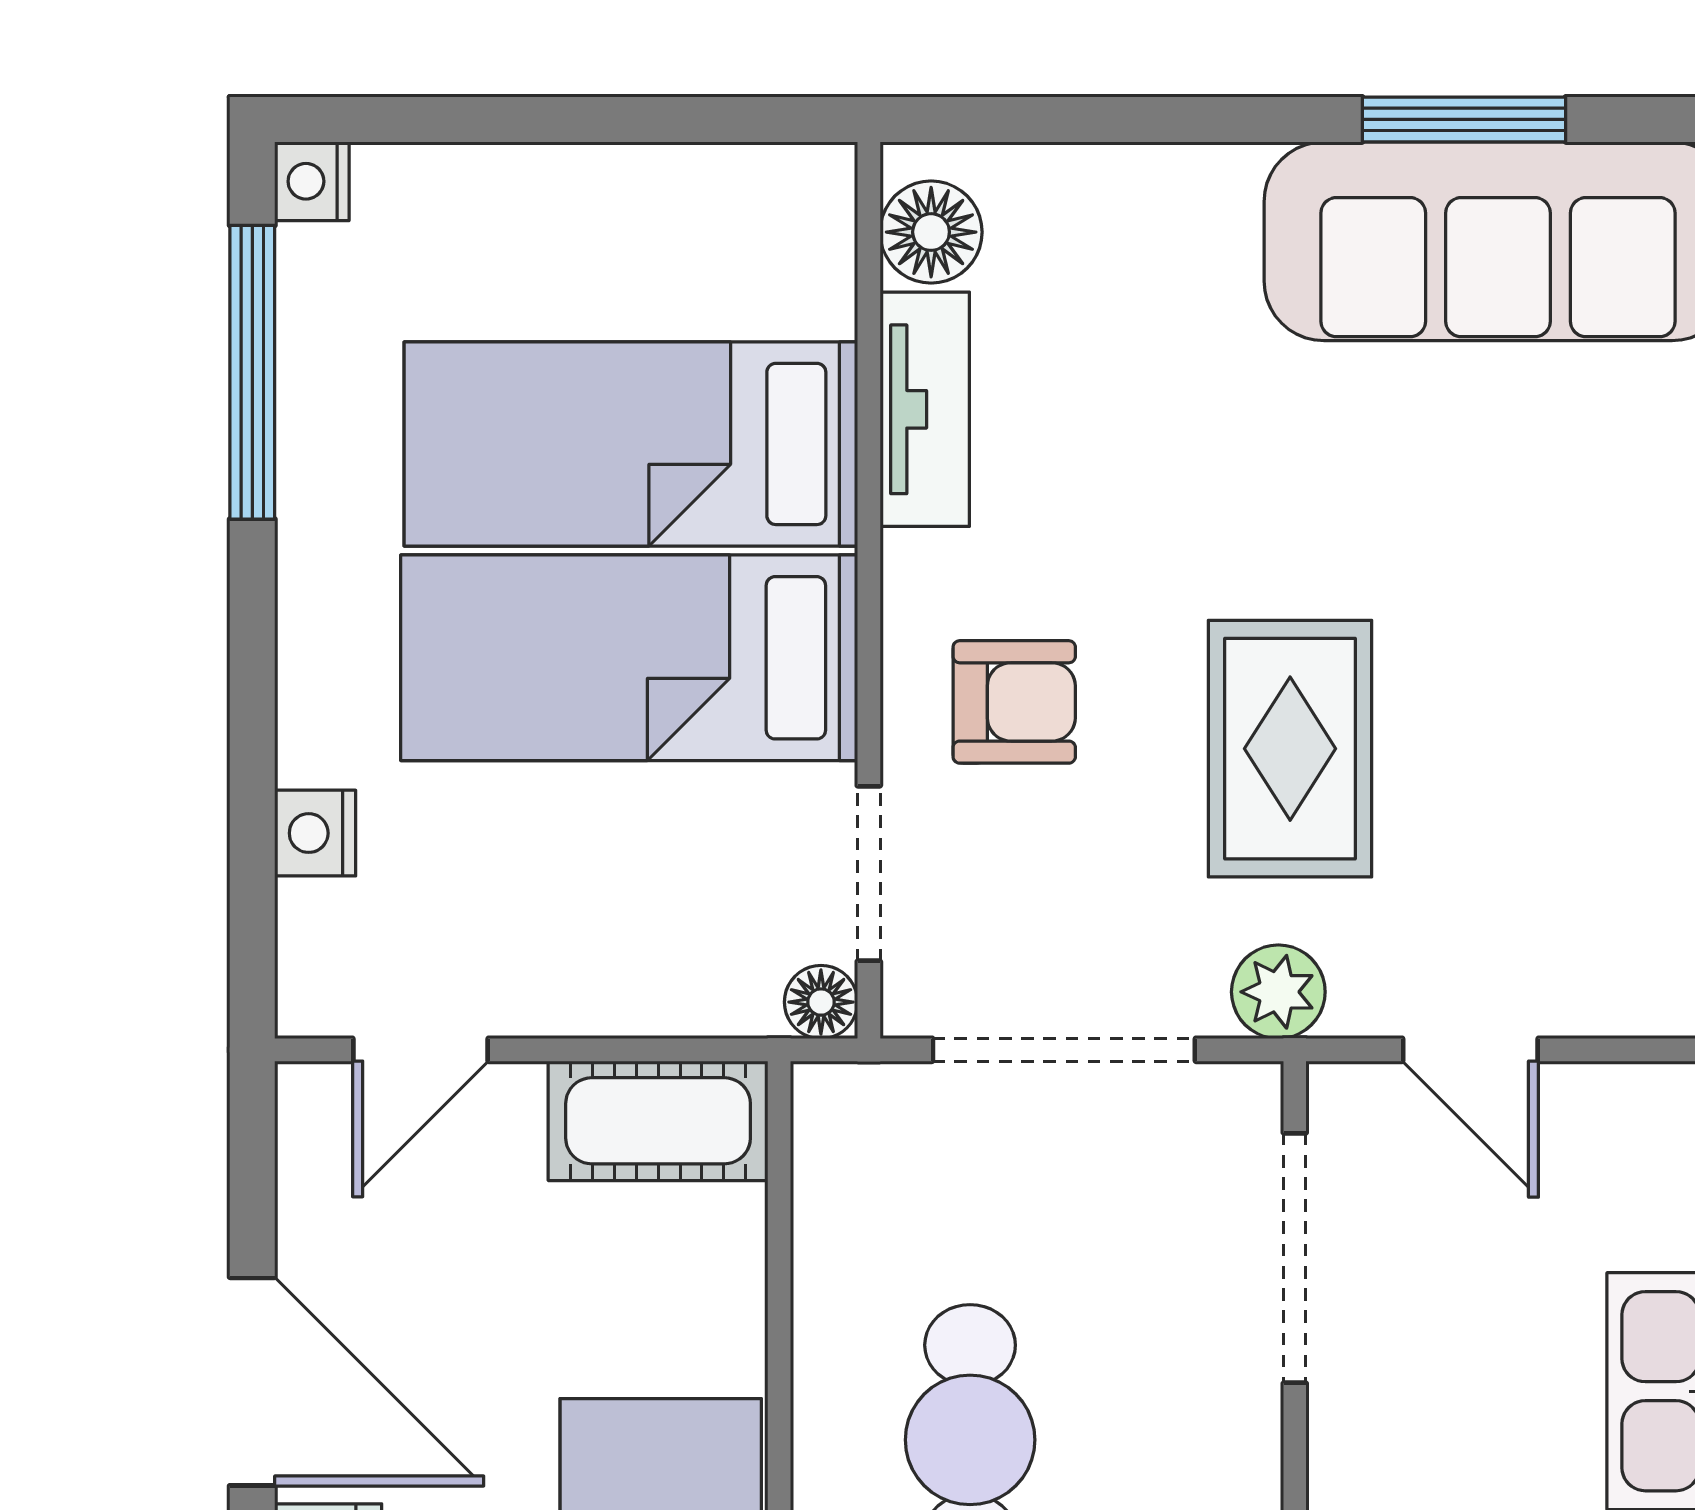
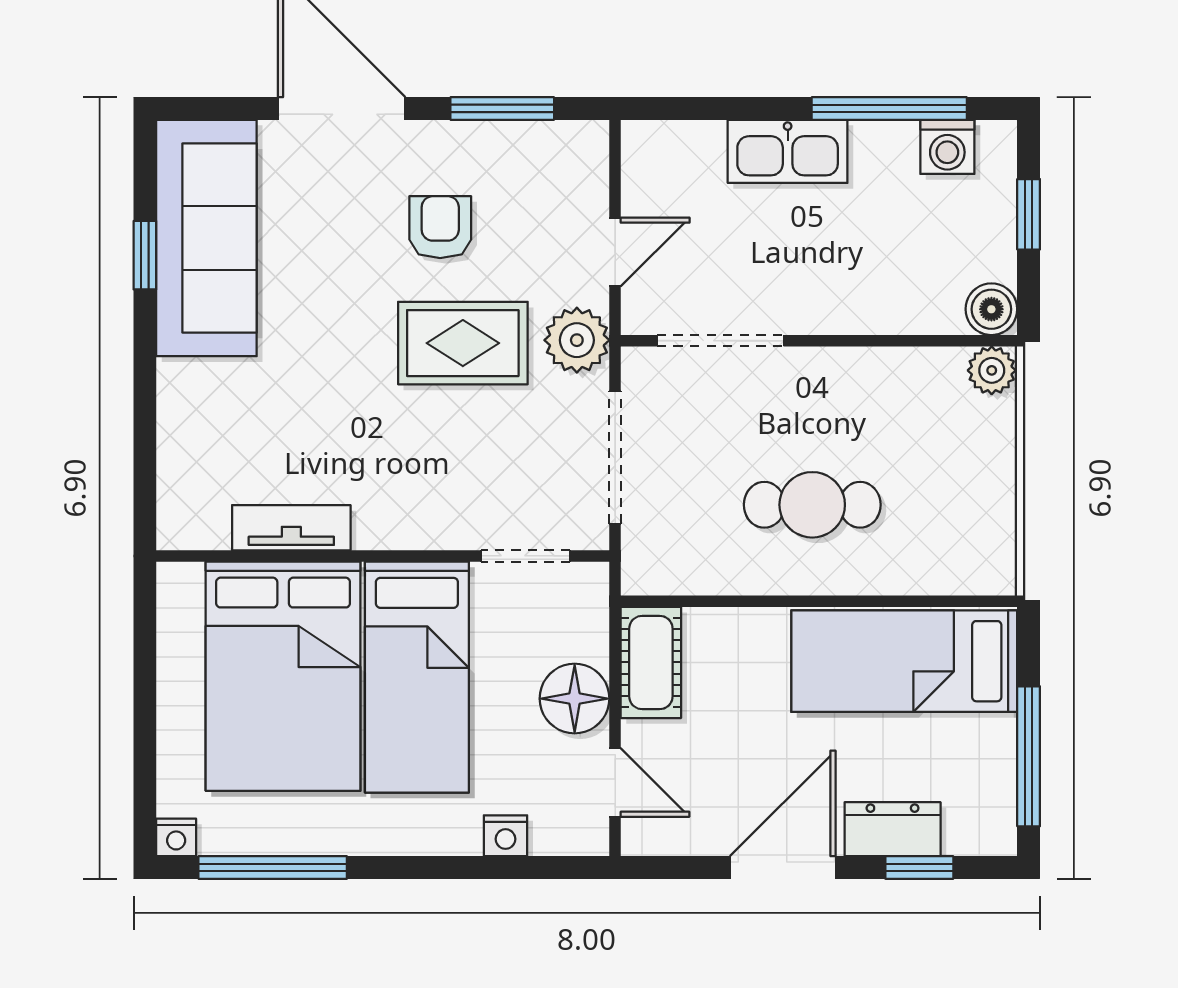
window: (1464, 119) -> (145, 255), width x0.67
floor lamp: (931, 232) -> (202, 525), removed
bed: (631, 444) -> (283, 676), width x1.50
armchair: (1014, 702) -> (440, 227), moved
plant: (1278, 992) -> (577, 340), width x1.38, depth x1.38
floor lamp: (821, 1002) -> (575, 699), moved, width x1.89, depth x1.89

